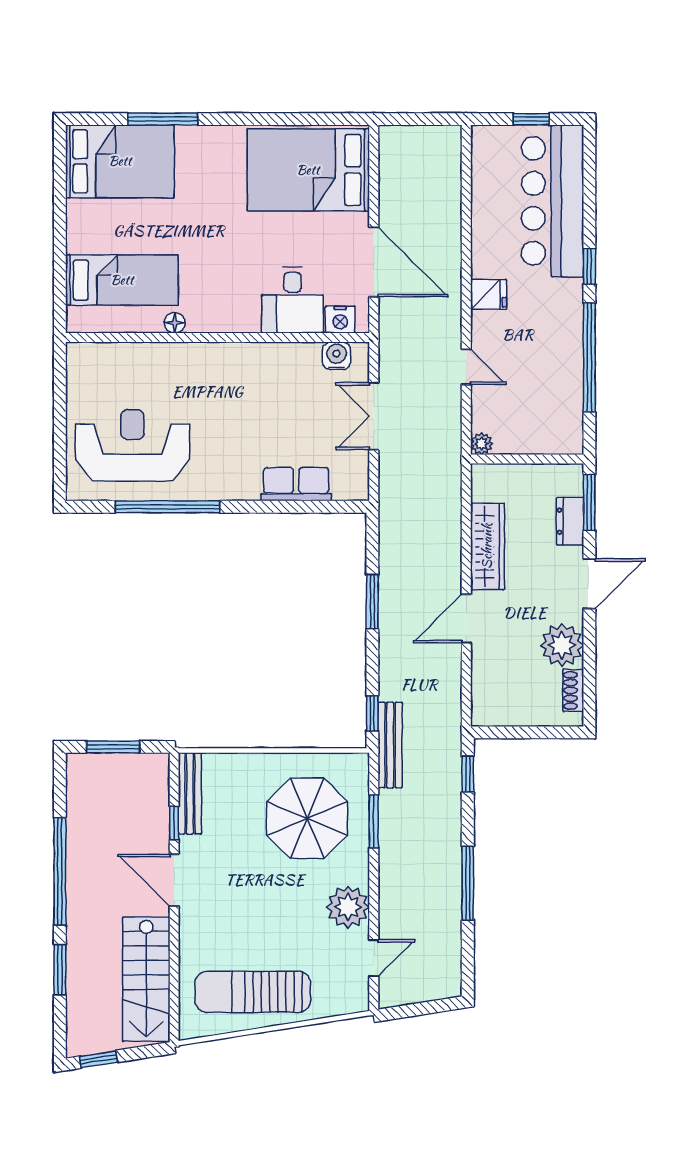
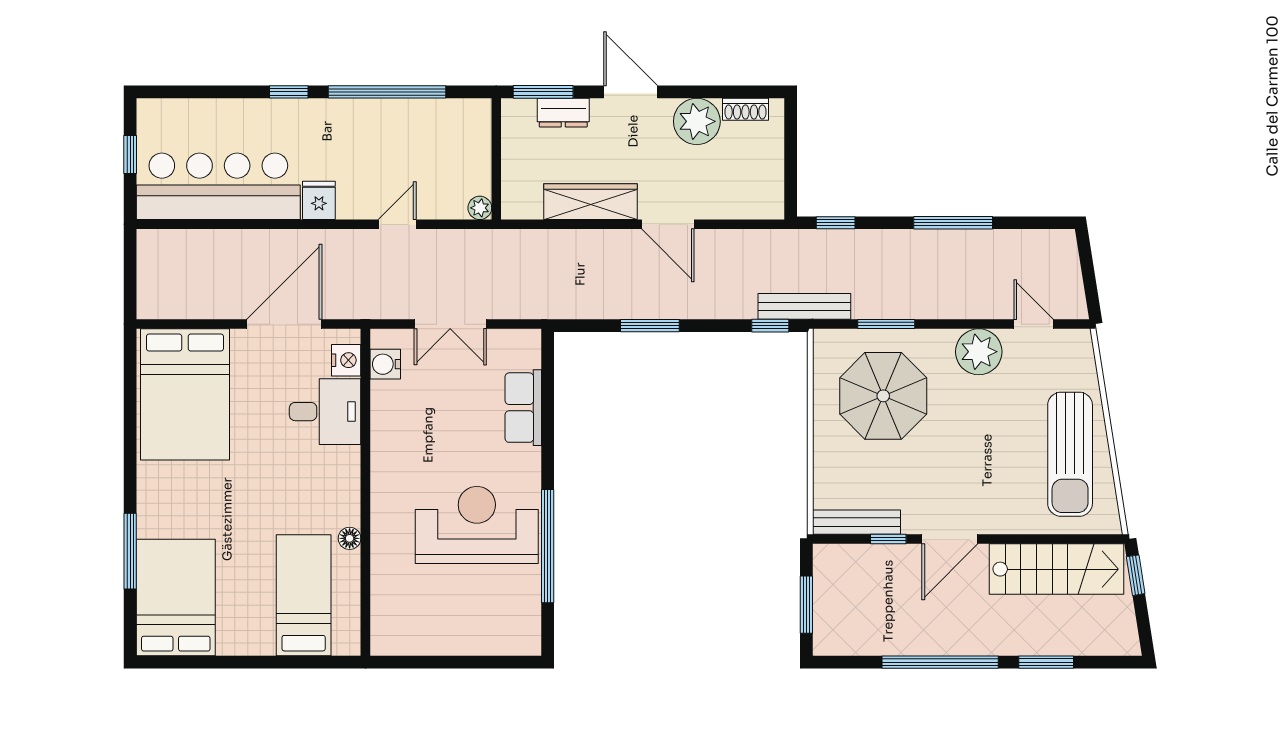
bar counter: (553, 201) -> (218, 186), moved, turned 180
reception desk: (133, 445) -> (477, 525), moved, turned 90
window: (98, 1059) -> (1136, 575), moved

